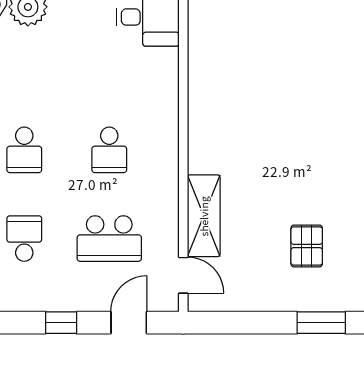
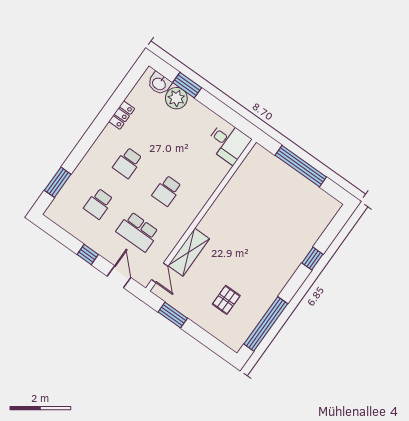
school desk: (24, 239) -> (99, 204), turned 180
door: (129, 323) -> (119, 277), hinge flipped
window: (321, 323) -> (173, 315), moved

